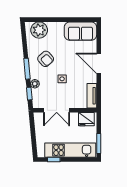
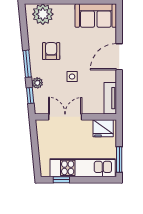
armchair: (46, 59) -> (51, 51), turned -138
door: (99, 63) -> (119, 57), hinge flipped
double door: (57, 110) -> (65, 117), swing flipped

